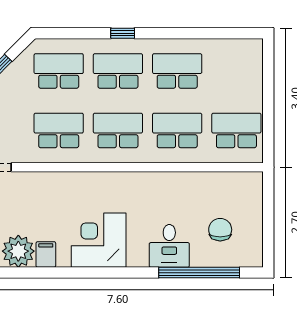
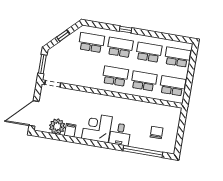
school desk: (59, 130) -> (177, 57), moved
desk: (169, 246) -> (120, 134), moved

